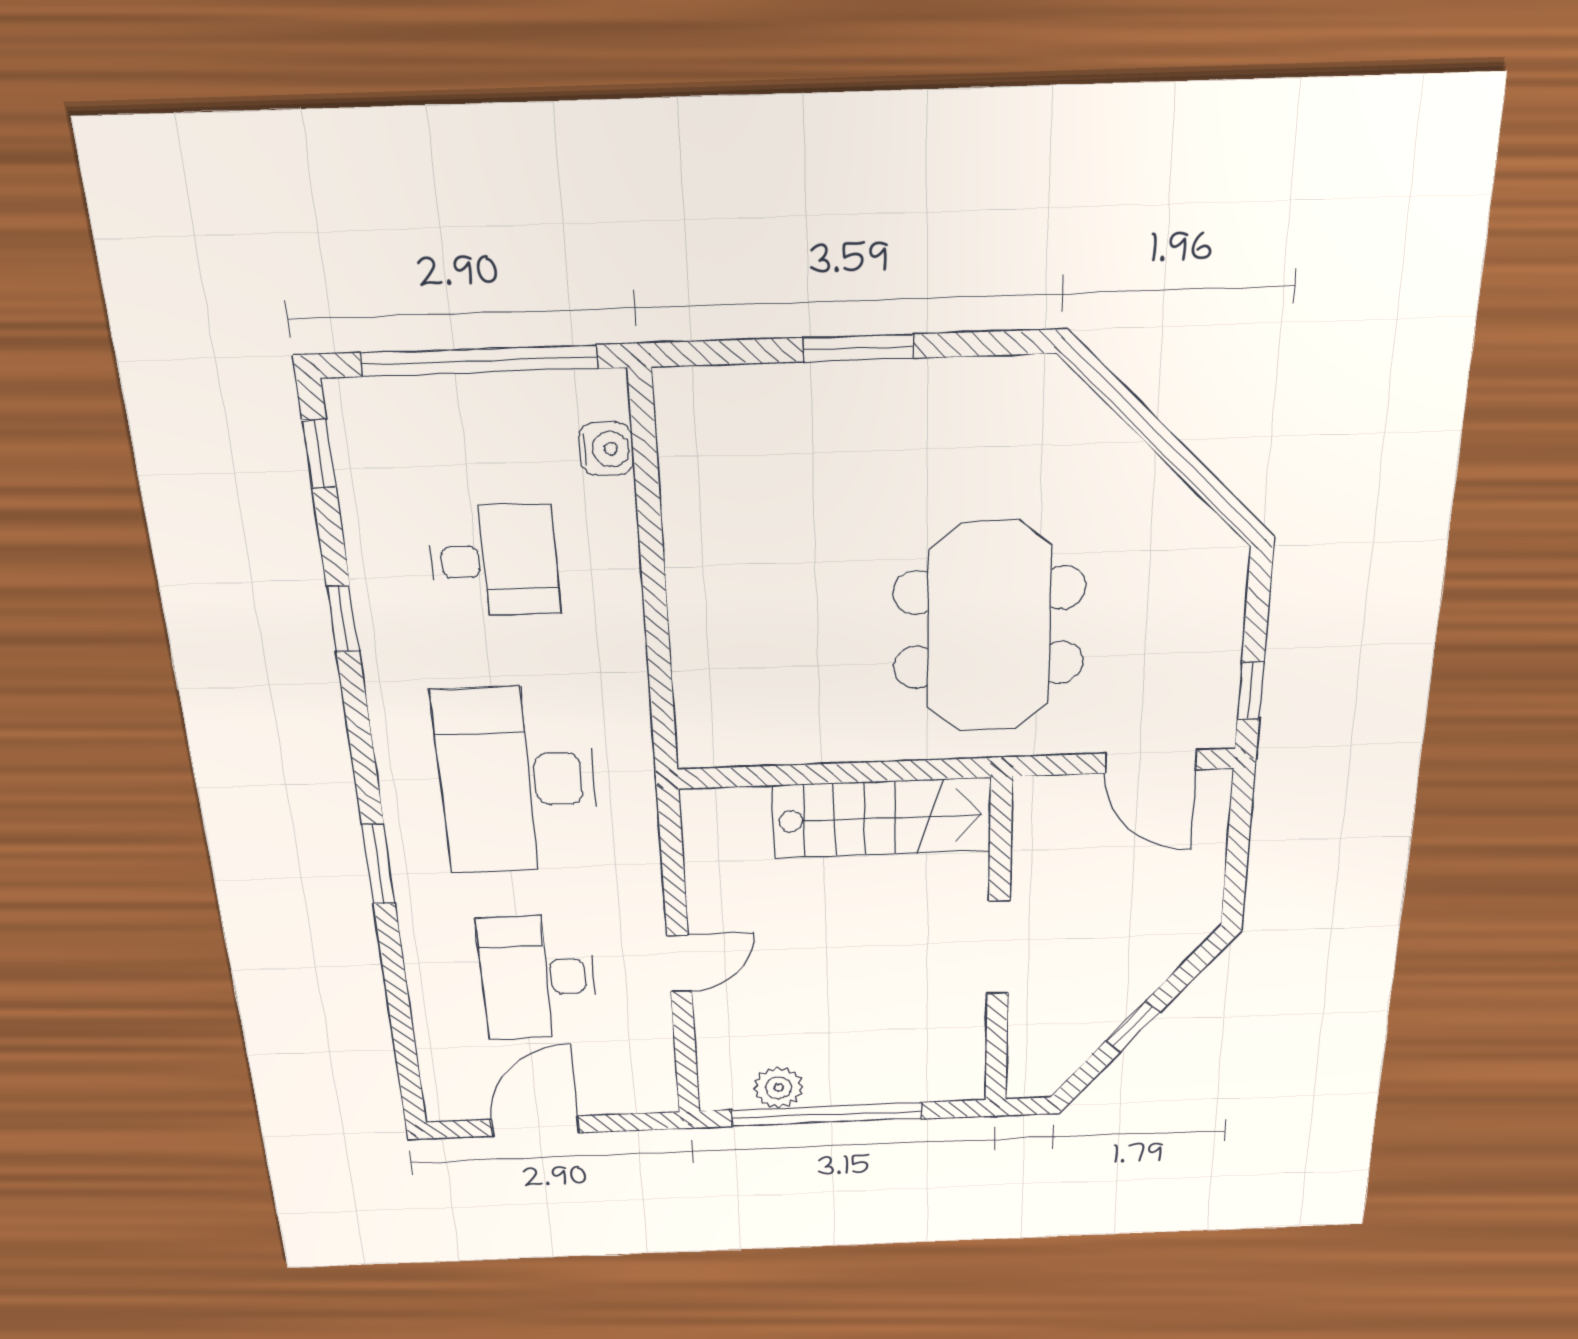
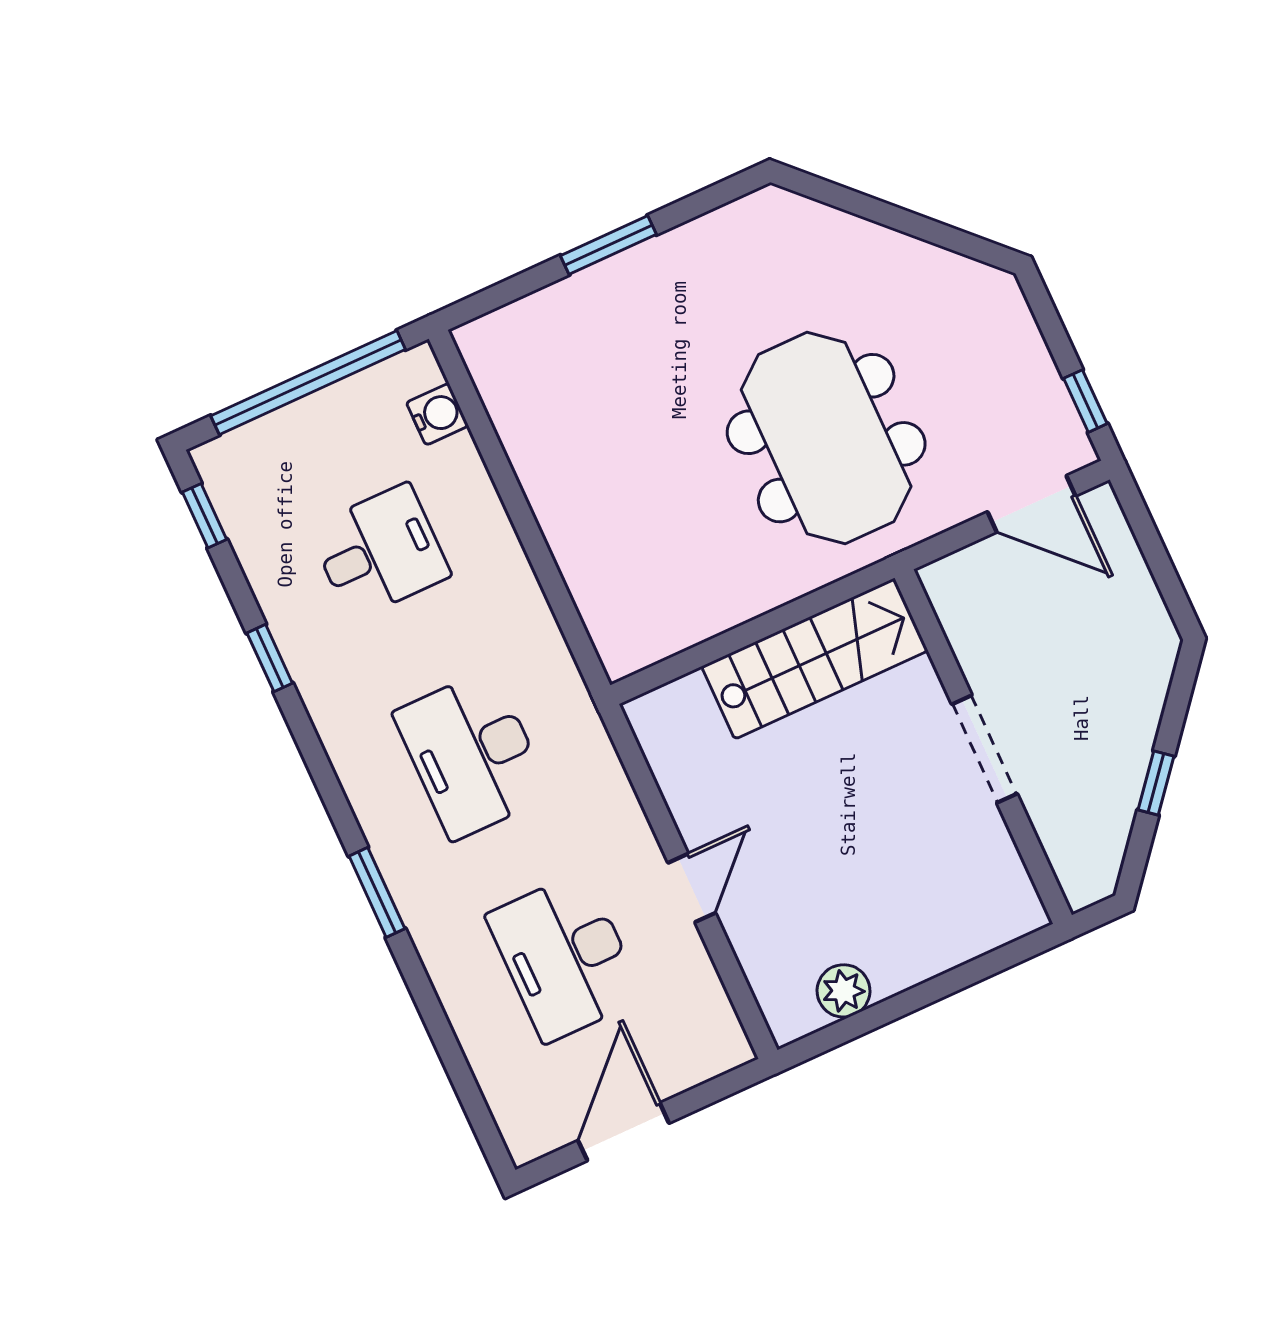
desk: (517, 780) -> (472, 754), width x0.73, depth x0.77
window: (827, 1114) -> (904, 1003), removed

